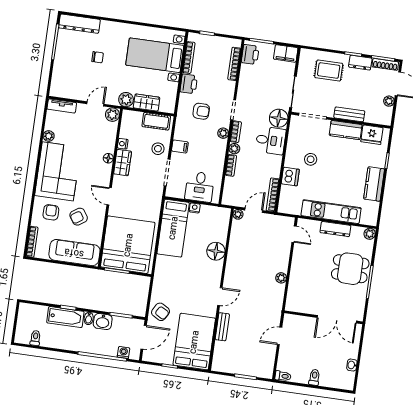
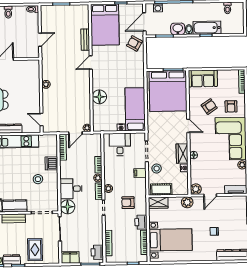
rug: (329, 71) -> (35, 250), turned 90
wardrobe: (147, 103) -> (158, 203), moved
sofa: (74, 253) -> (203, 79), width x0.73

